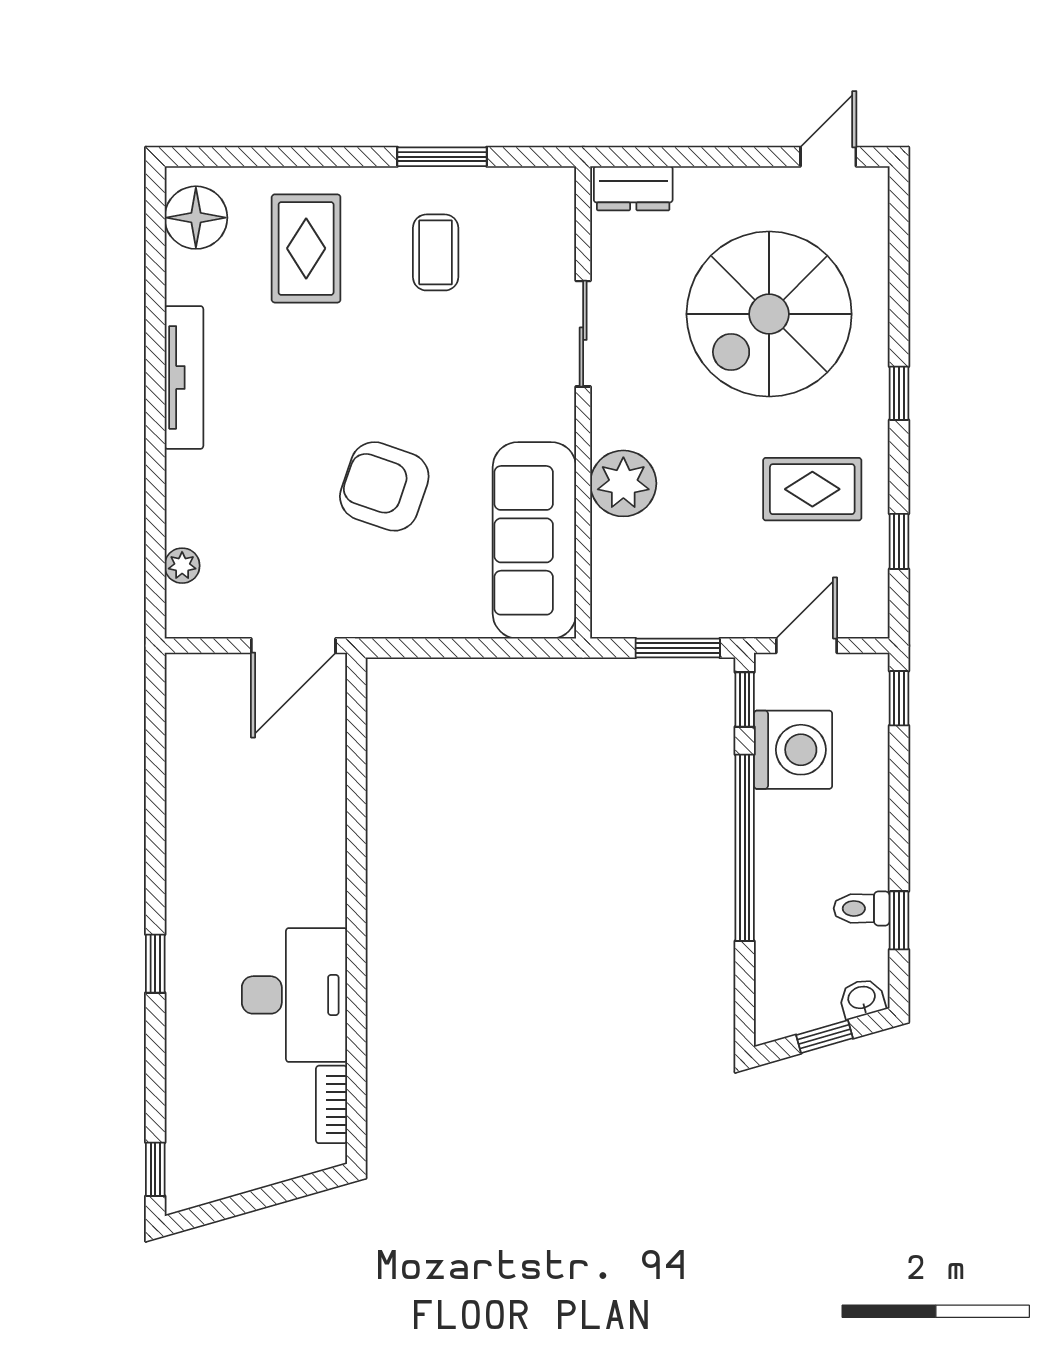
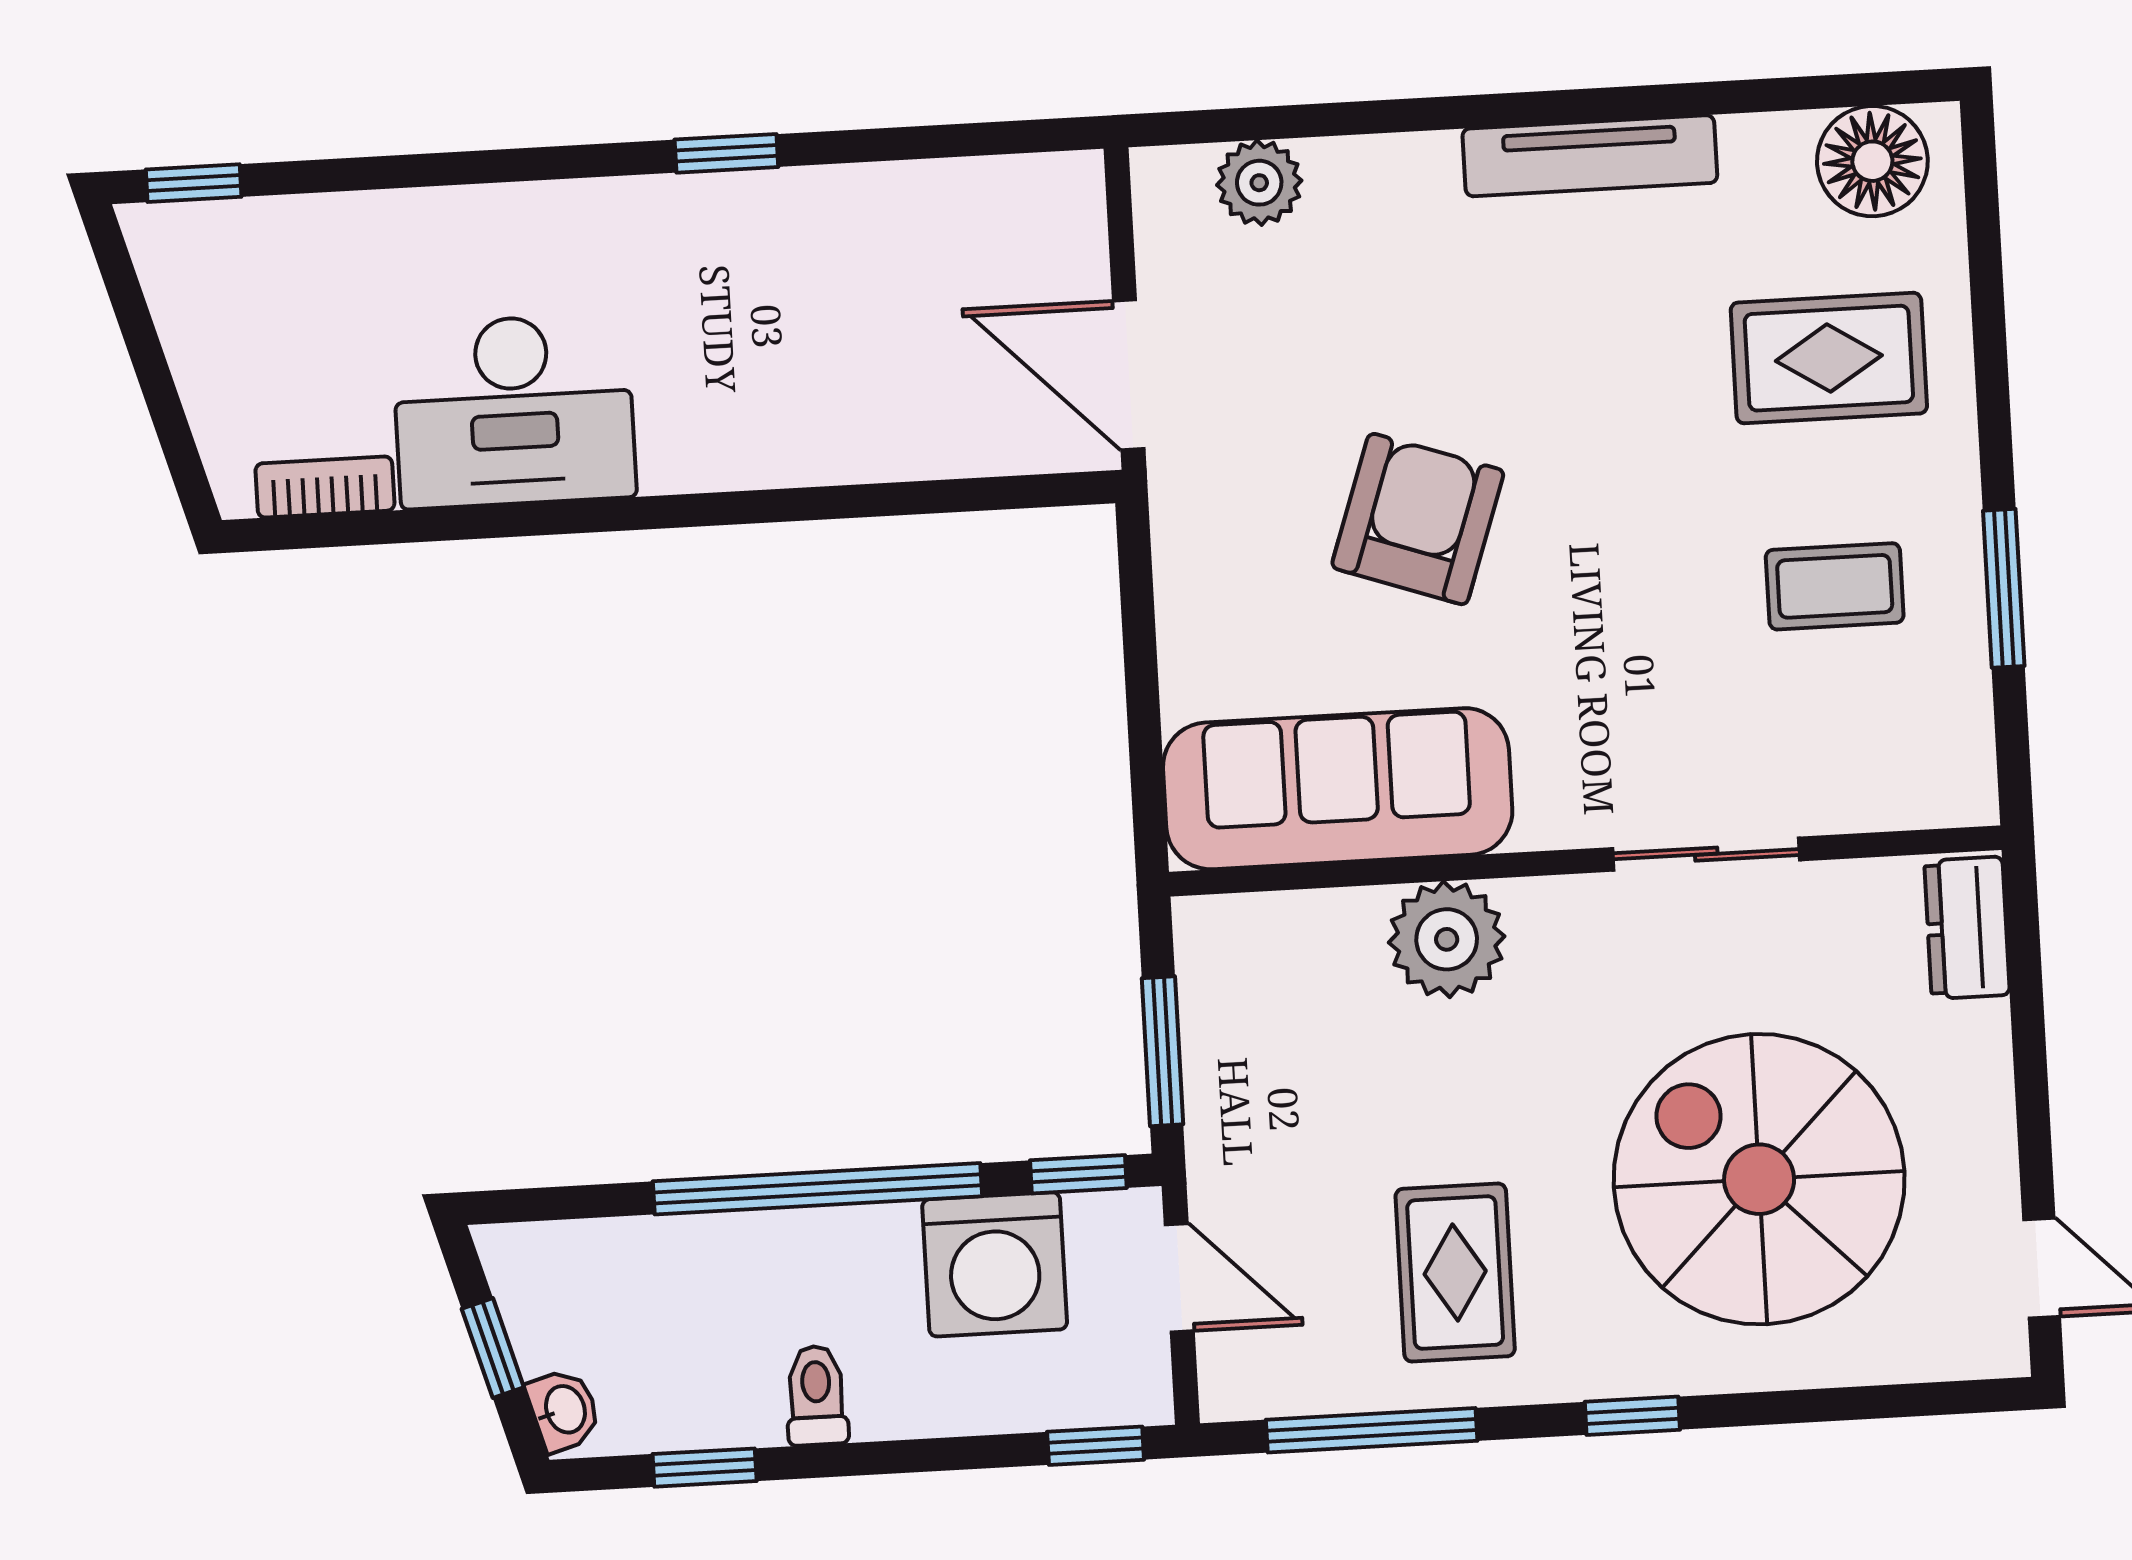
window: (899, 541) -> (1372, 1430), width x2.17
plant: (182, 566) -> (1259, 183), width x1.38, depth x1.38
toilet: (862, 908) -> (816, 1395), moved
window: (155, 964) -> (726, 153), moved

